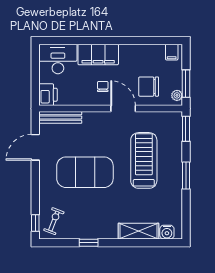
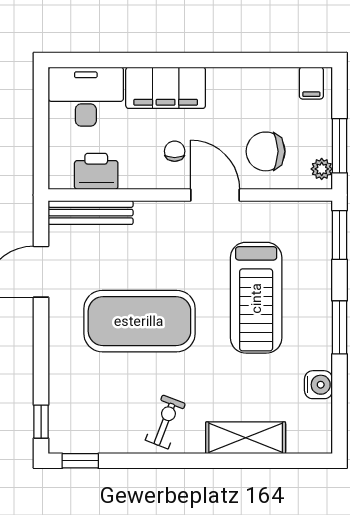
printer: (48, 95) -> (96, 171), moved, turned -90
treadmill: (144, 160) -> (256, 298), turned 180
exercise bike: (54, 221) -> (165, 422), moved
water cooler: (167, 232) -> (318, 385), moved, turned -90
window: (89, 243) -> (80, 461), moved

